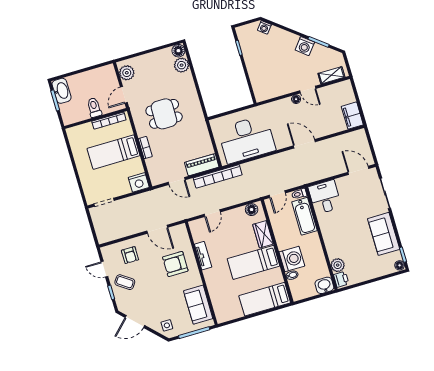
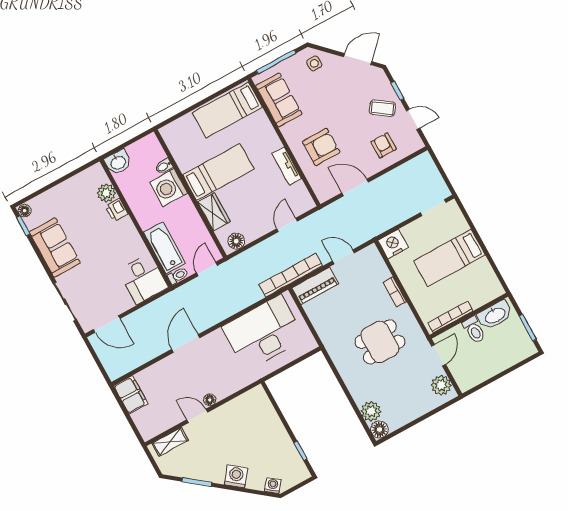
washing machine: (305, 46) -> (236, 476), moved
washbasin: (62, 91) -> (495, 315), moved, turned -90
door: (304, 144) -> (186, 344), swing flipped
bed: (114, 152) -> (449, 258), moved, turned 180
printer: (341, 279) -> (117, 210), moved
bed: (265, 299) -> (227, 110), moved, turned 180

